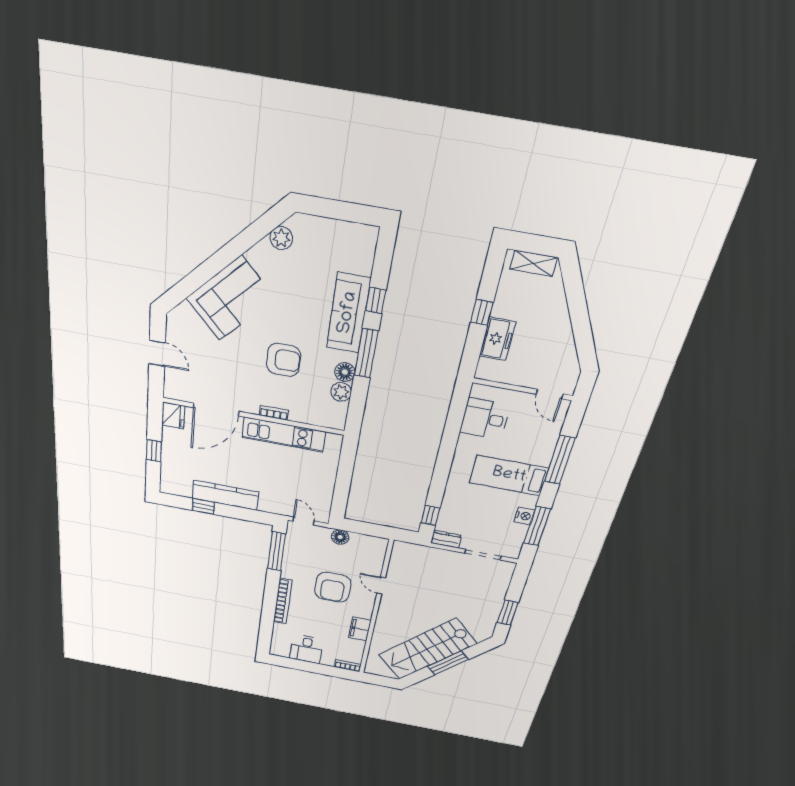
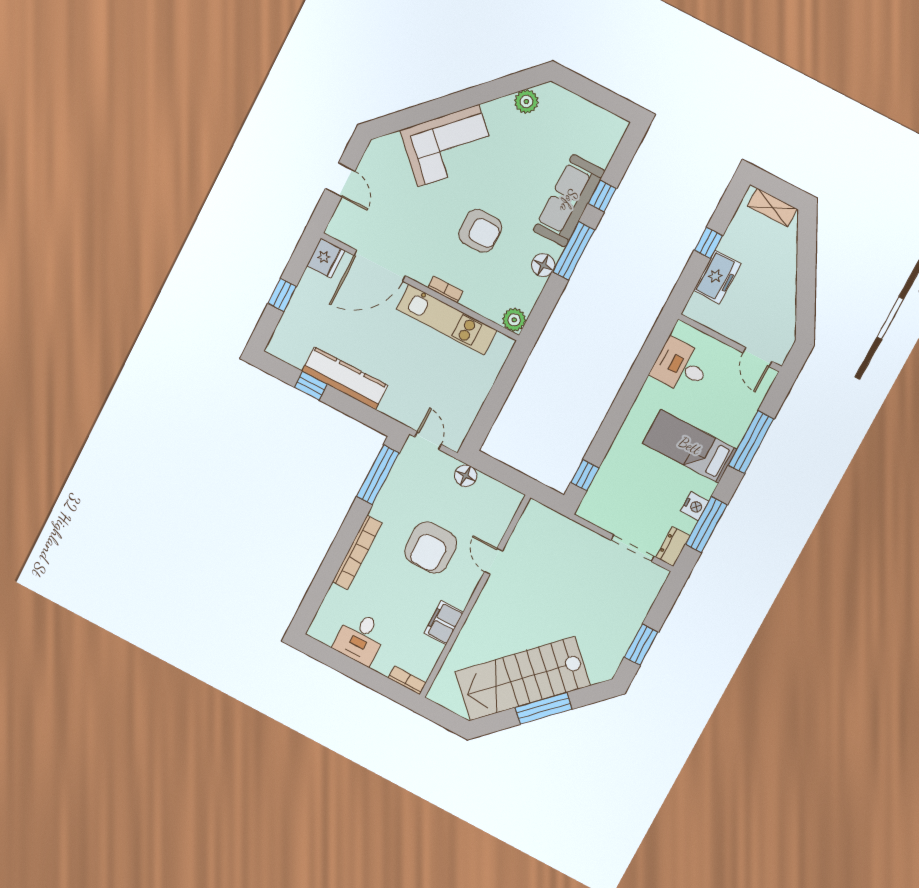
plant: (341, 392) -> (514, 320), moved
dresser: (446, 539) -> (673, 547), moved, turned -90

